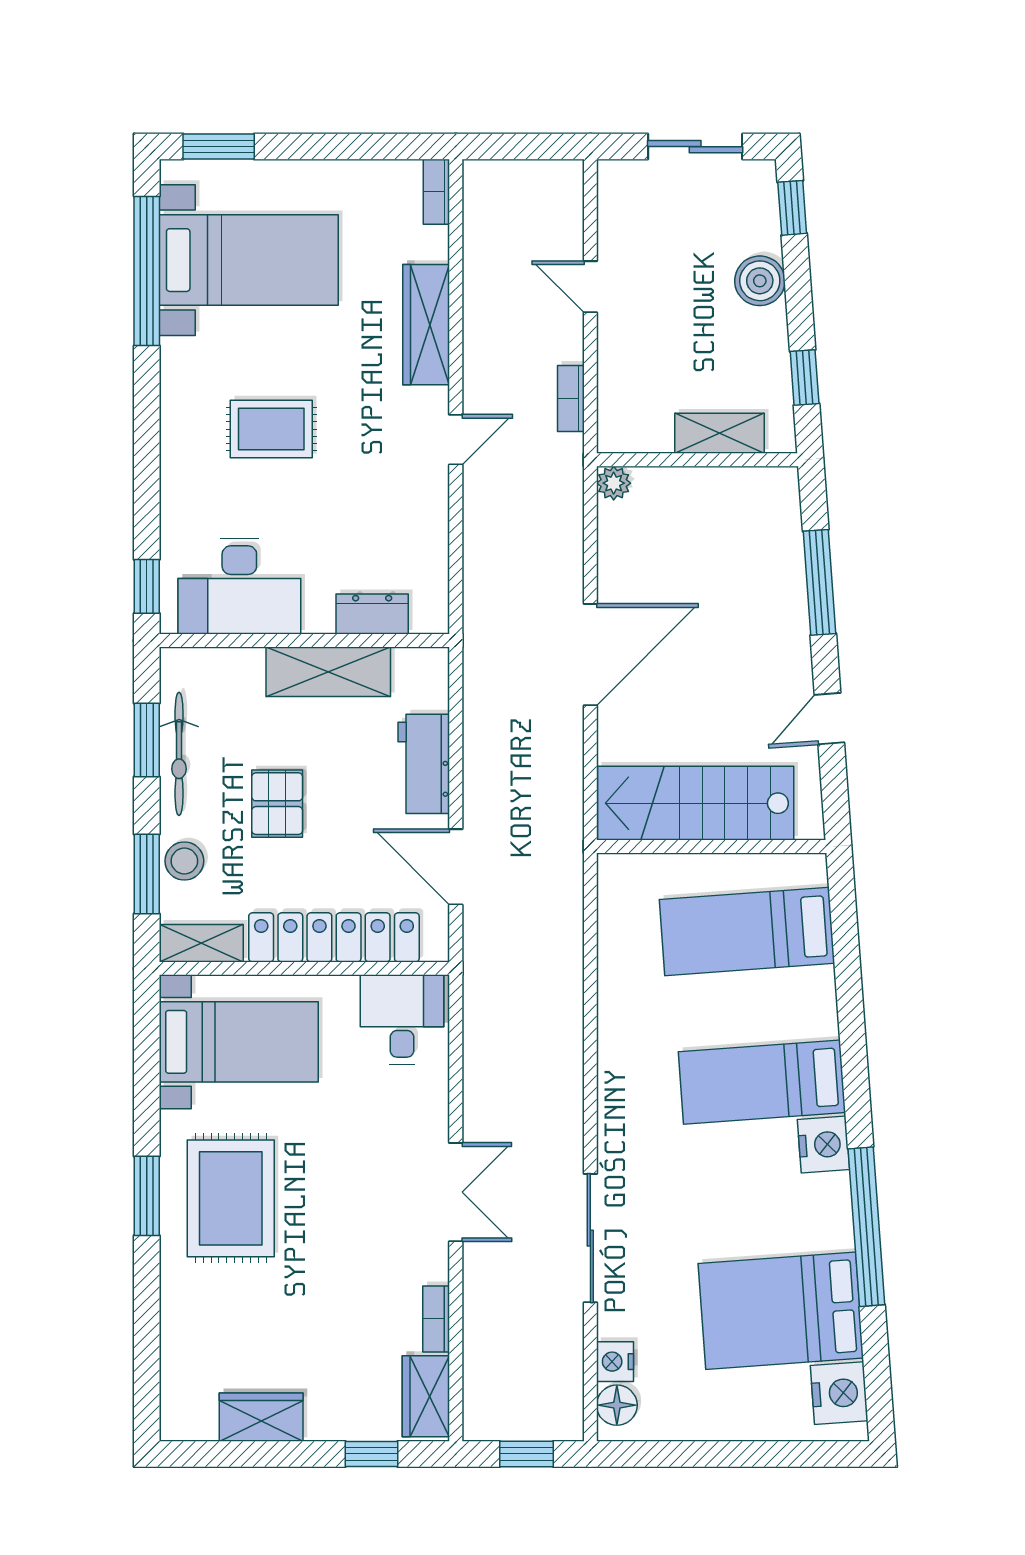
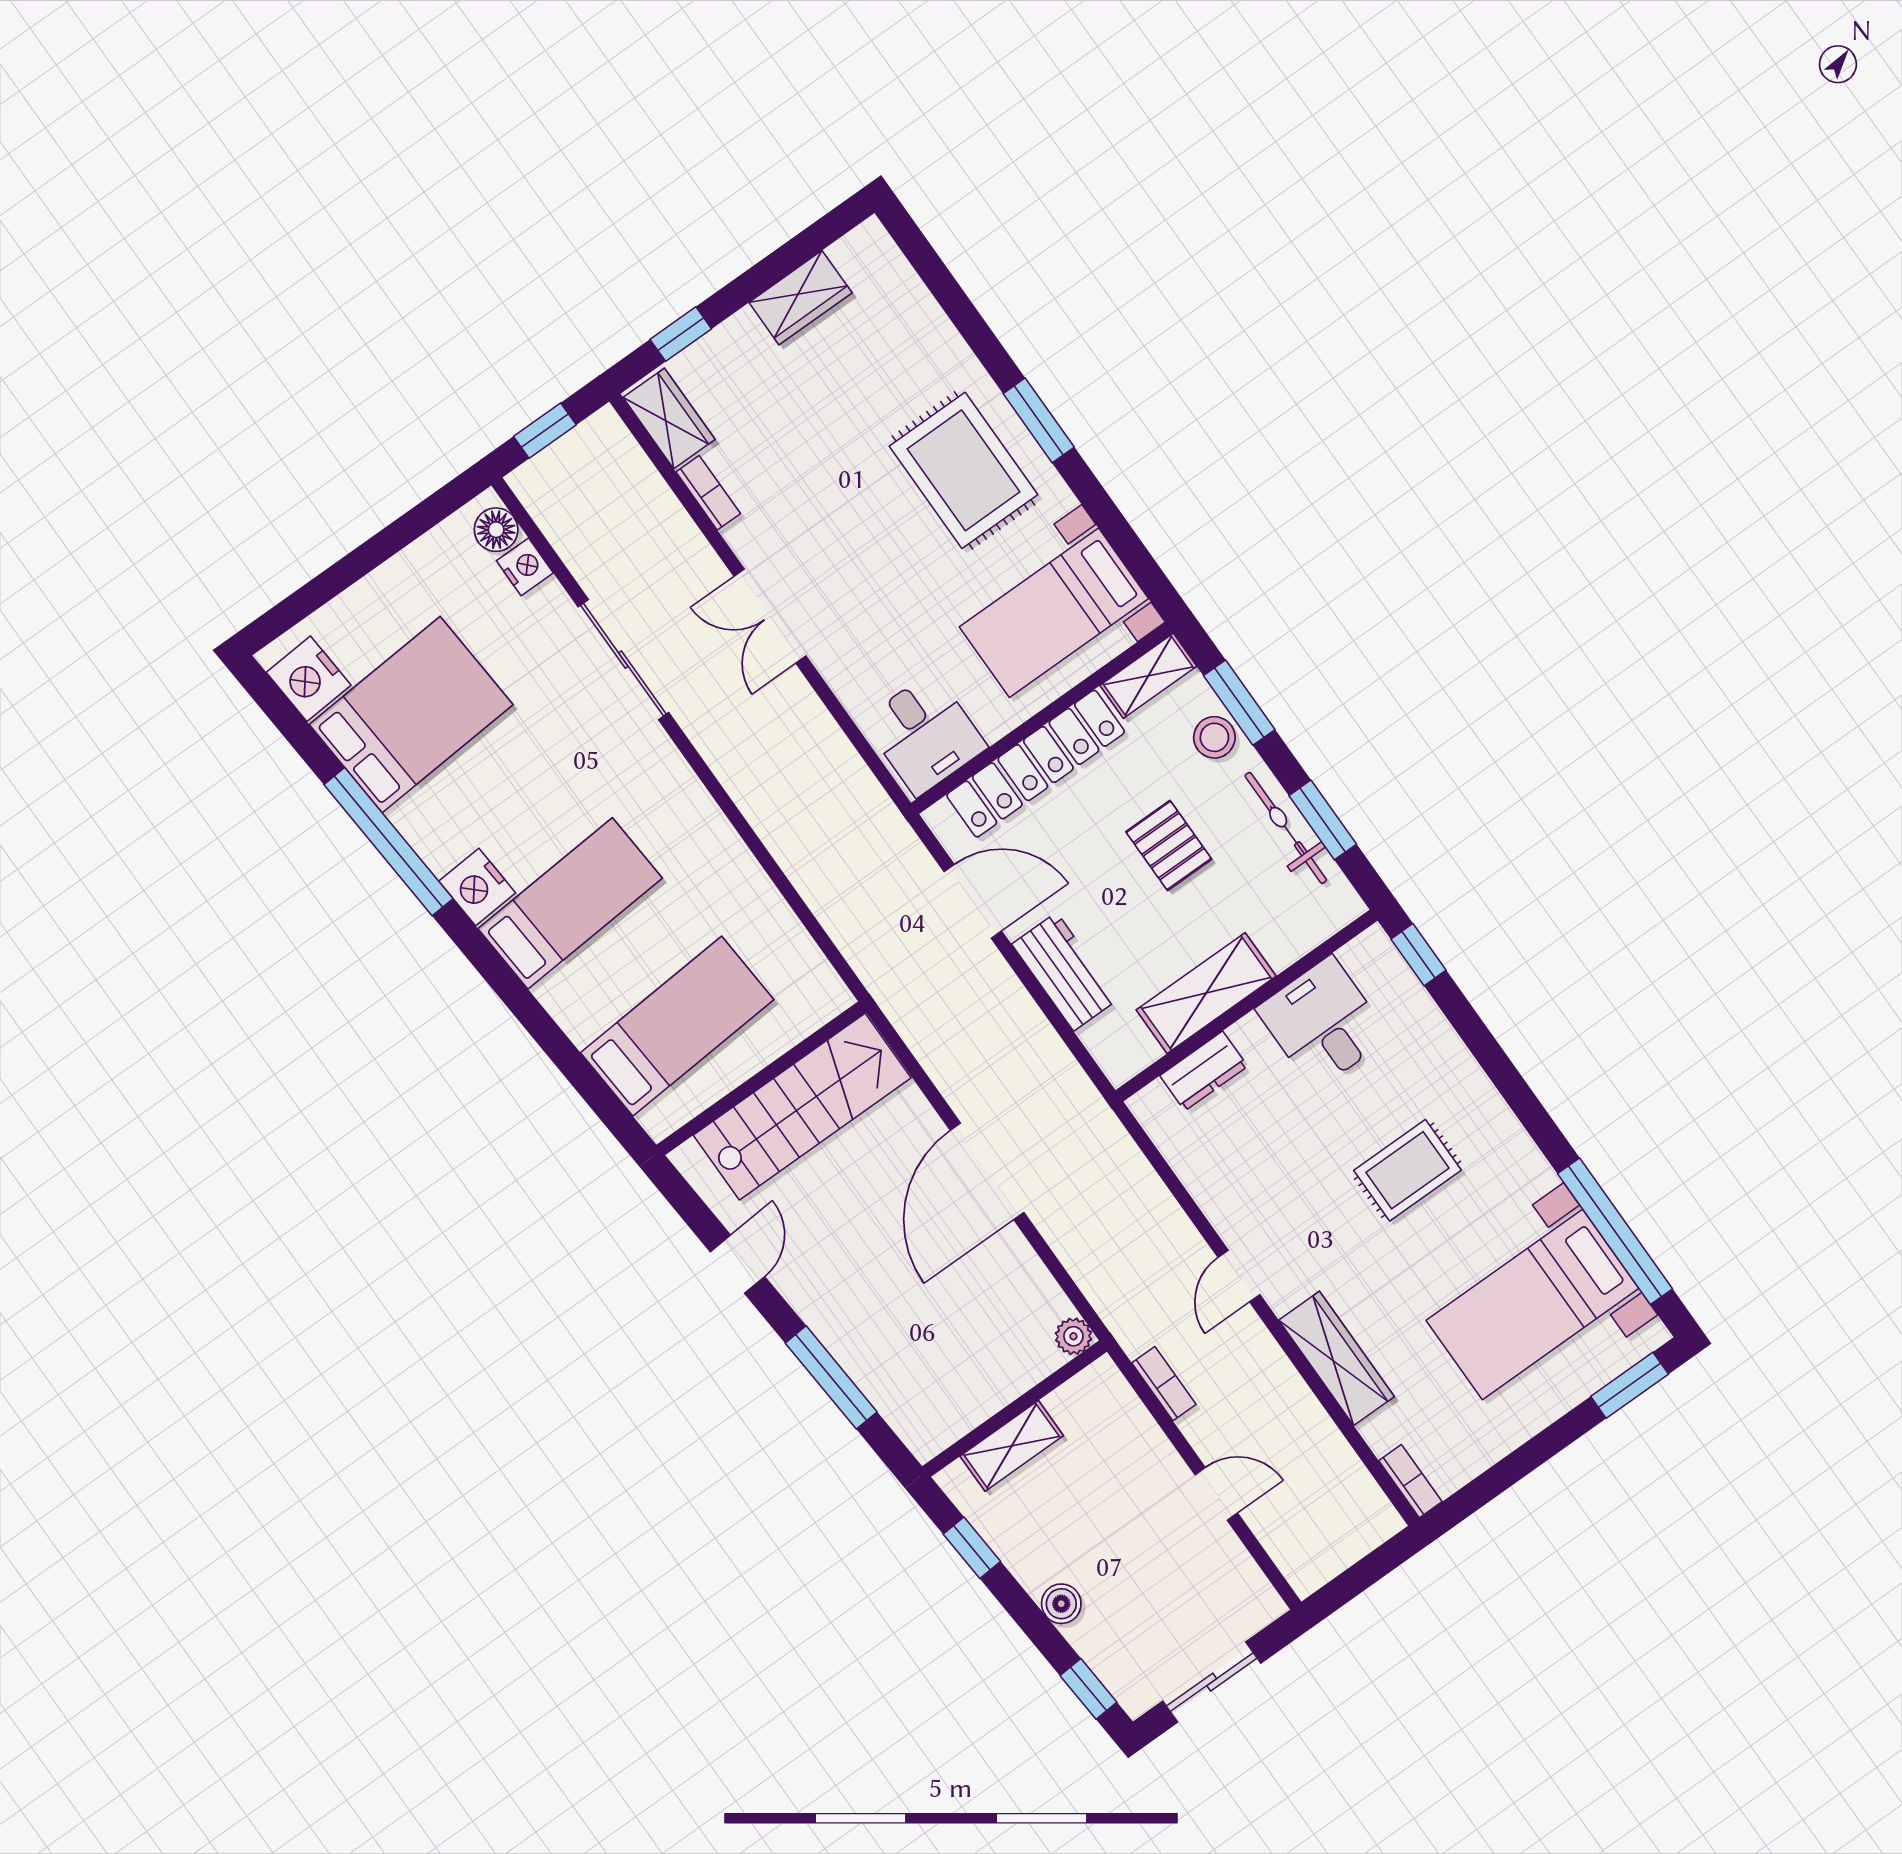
boiler: (760, 281) -> (1061, 1604), width x0.73, depth x0.73
desk: (239, 586) -> (1323, 1023), width x0.73

